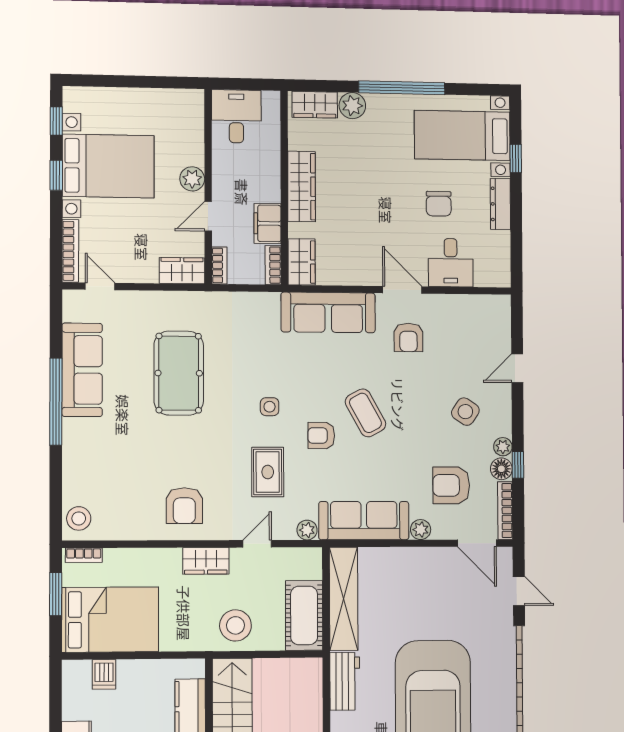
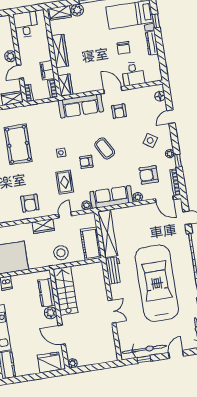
floor lamp: (501, 469) -> (160, 96), moved

